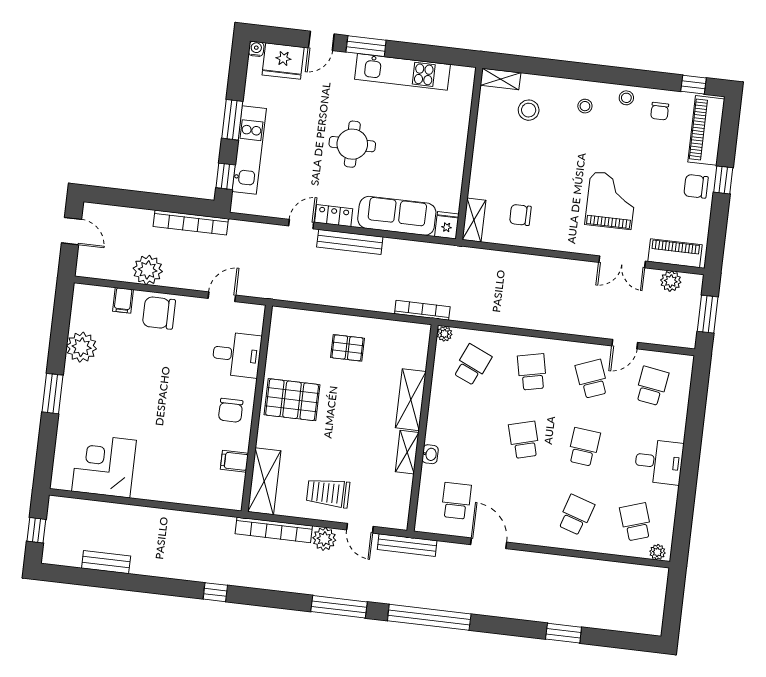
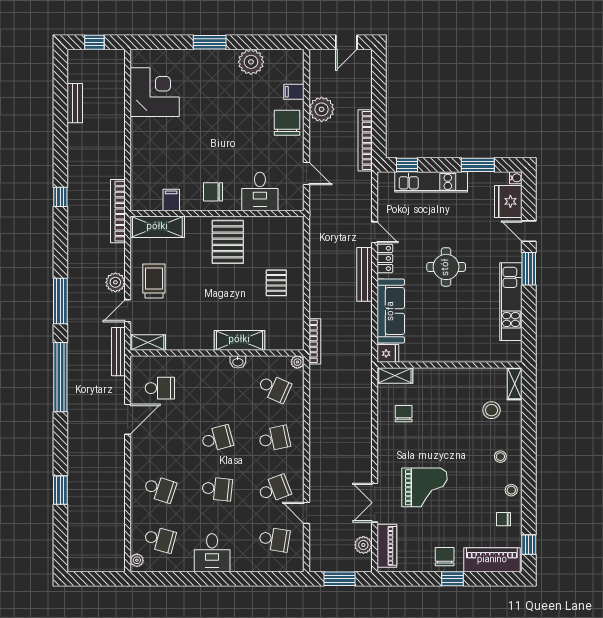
window: (232, 120) -> (478, 165), moved
shelving: (407, 452) -> (148, 343), moved
washbasin: (430, 454) -> (238, 362), moved
school desk: (636, 522) -> (160, 539), turned 33
bookcase: (274, 530) -> (118, 211), moved

